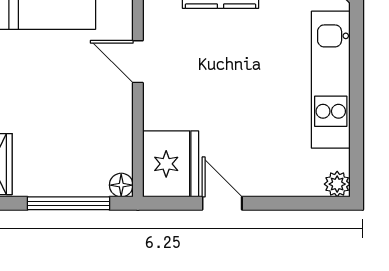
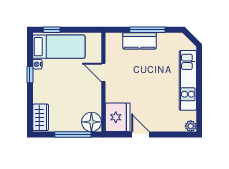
floor lamp: (121, 185) -> (91, 122), width x1.89, depth x1.89

